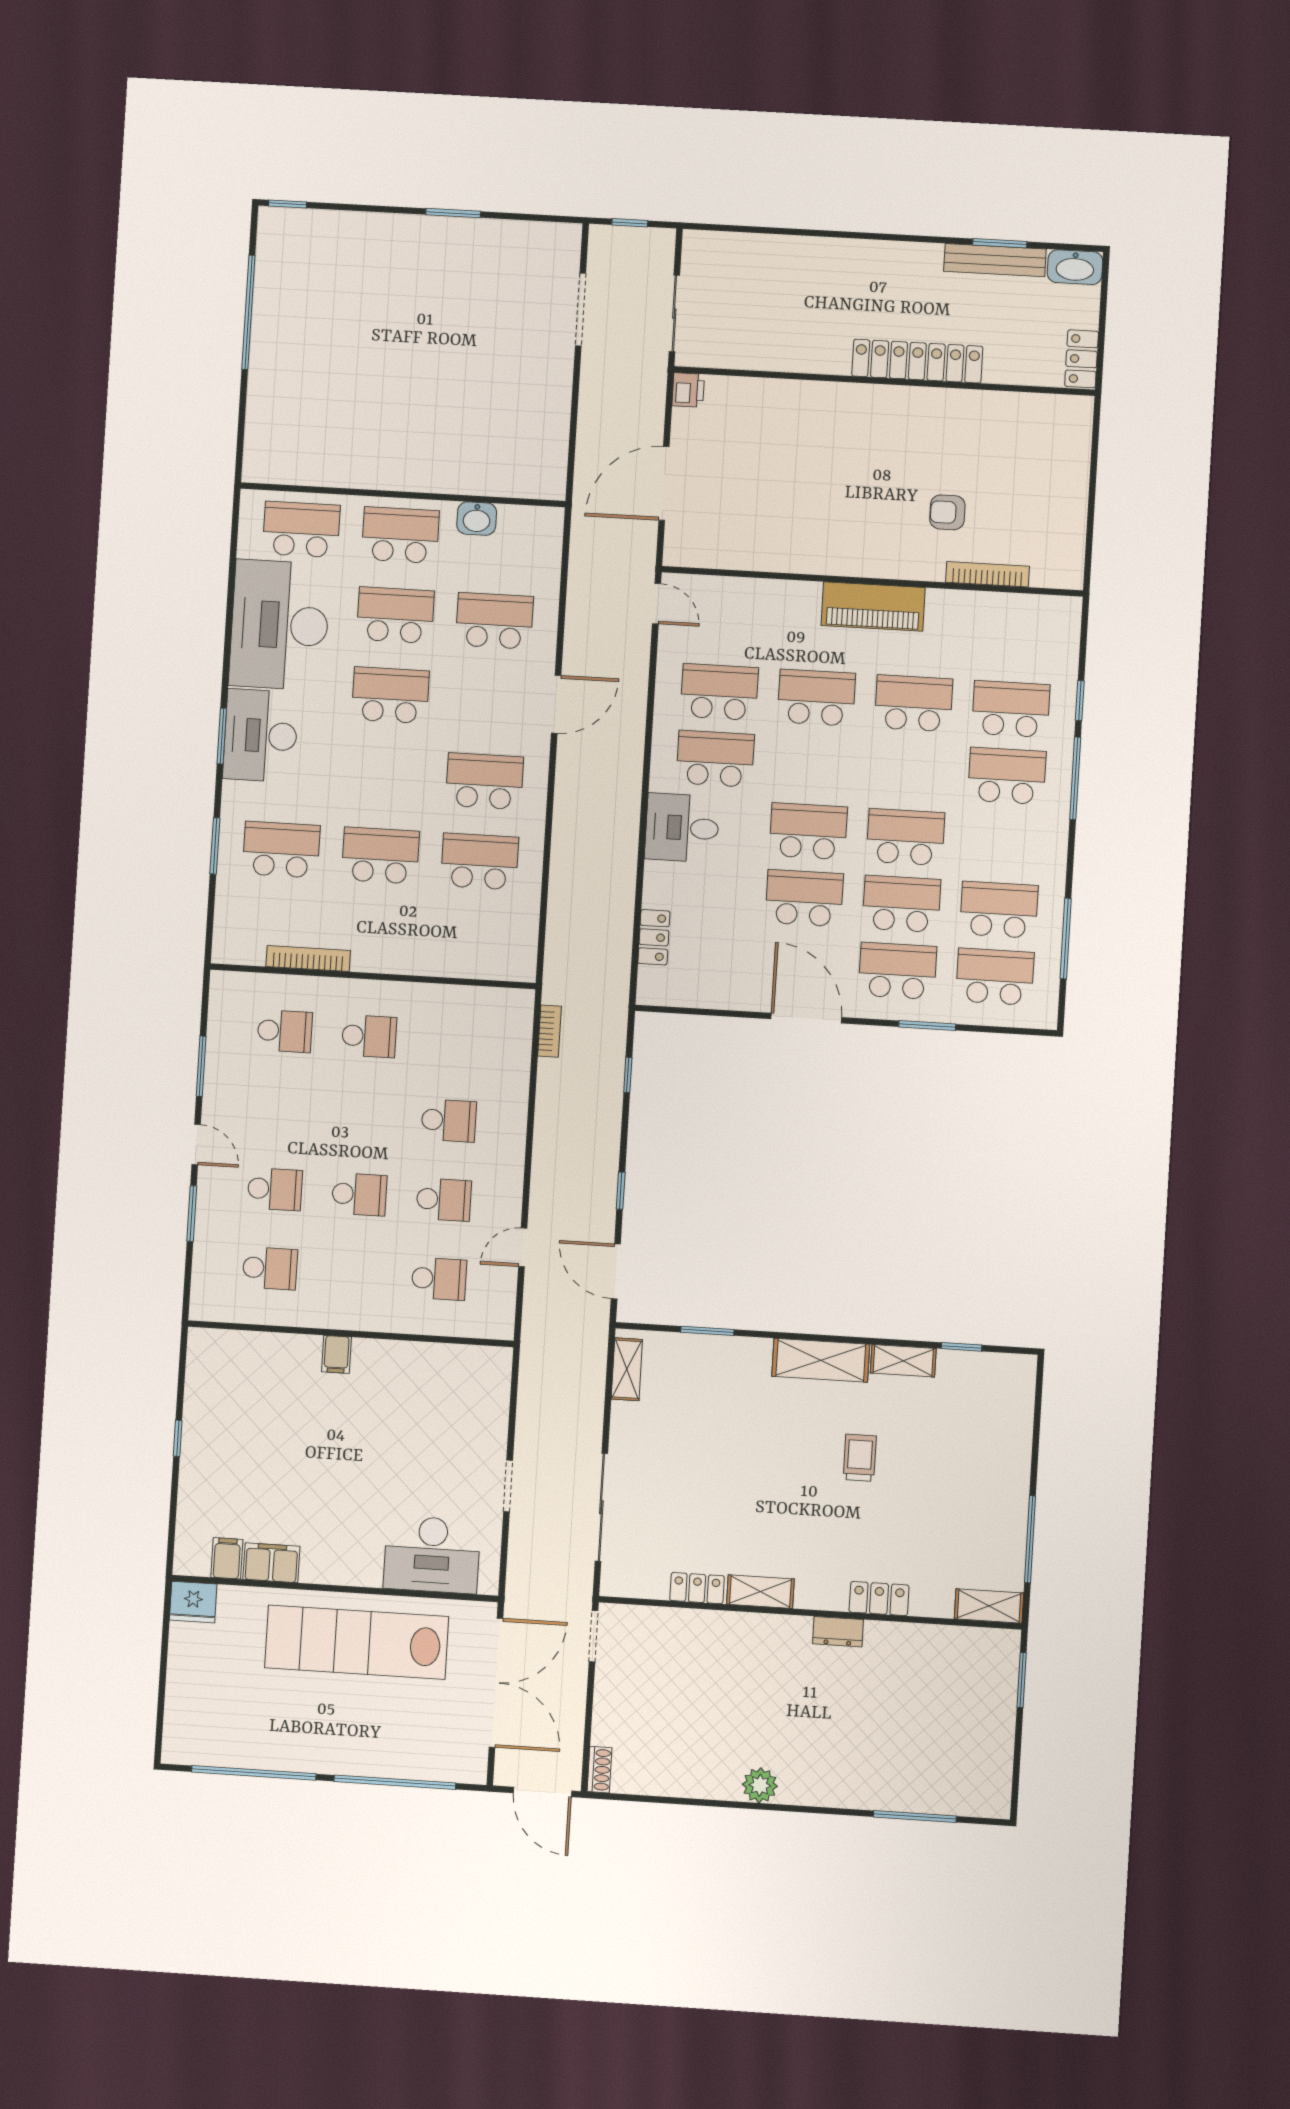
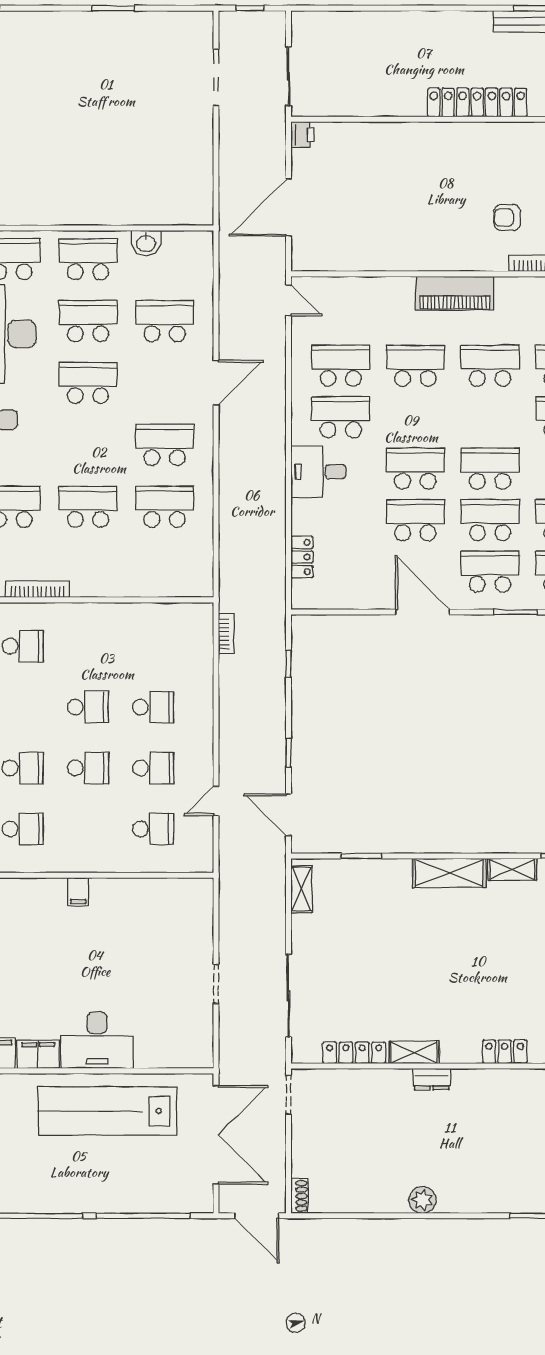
school desk: (369, 1036) -> (88, 707), moved
trolley: (860, 1458) -> (484, 945), removed
desk: (432, 1555) -> (97, 1040), moved
locker: (697, 1588) -> (354, 1053), width x1.53
dresser: (838, 1632) -> (432, 1079), moved

